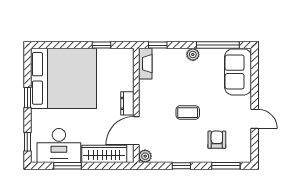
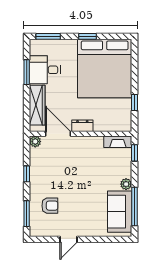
sofa: (238, 72) -> (120, 212), moved, turned -90
coffee table: (188, 113) -> (74, 180), removed
window: (27, 142) -> (48, 36), width x1.50
desk: (59, 145) -> (45, 70), width x0.73

